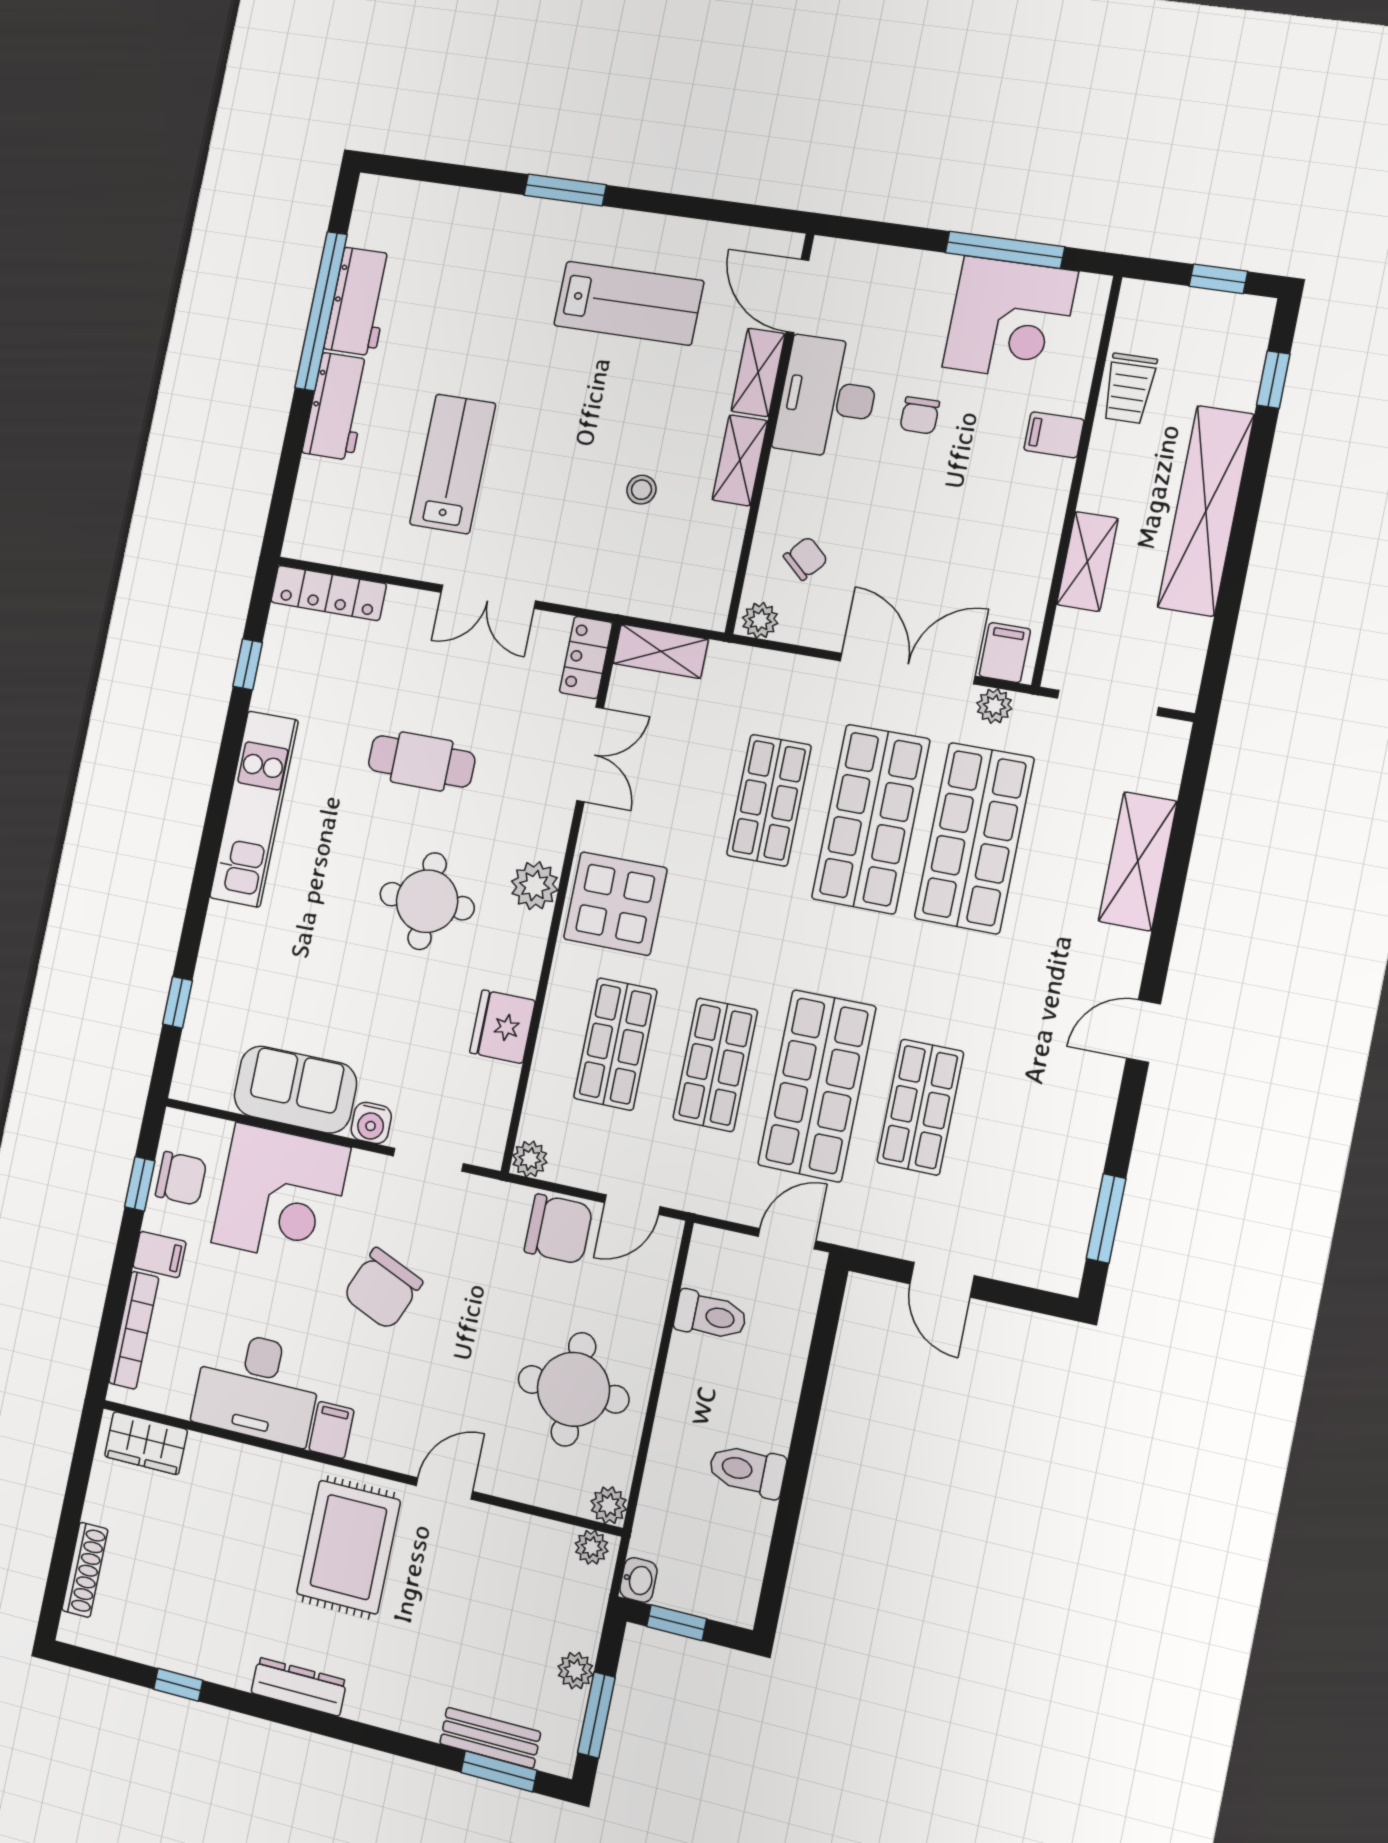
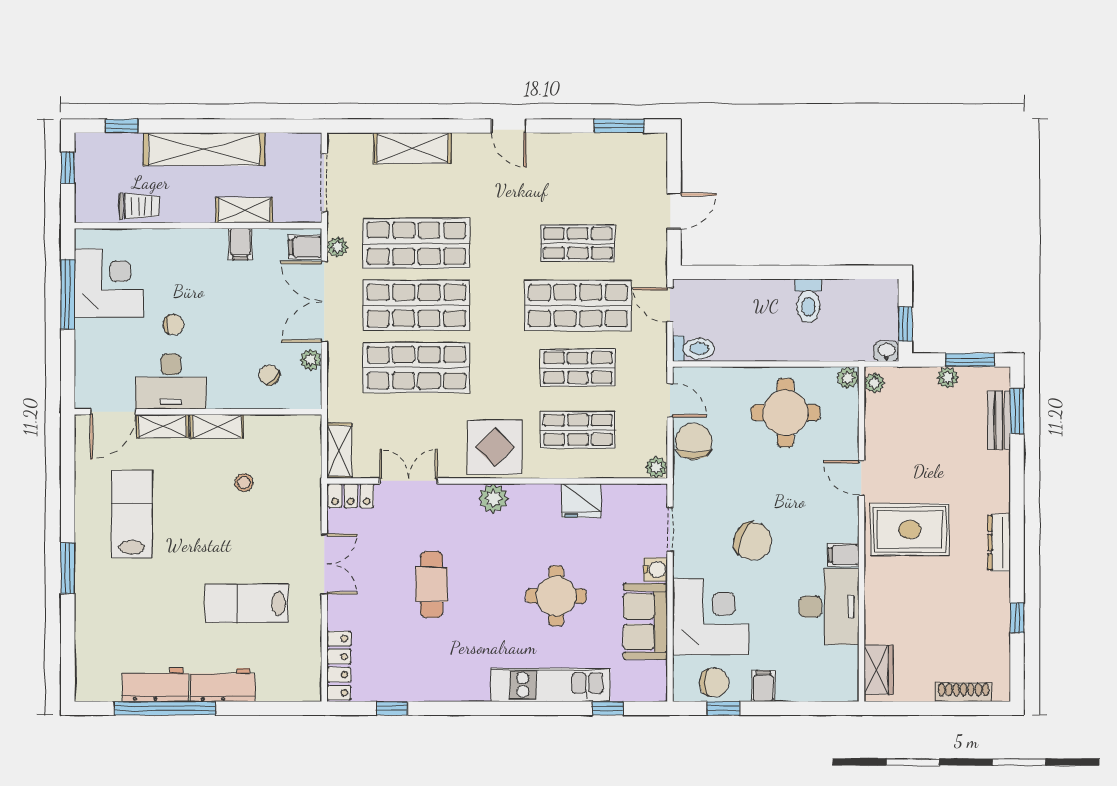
filing cabinet: (1054, 435) -> (240, 244), moved
plant: (760, 620) -> (311, 360), moved
shop shelf: (769, 800) -> (416, 368), width x1.43, depth x1.36
kitchen unit: (254, 809) -> (550, 685), moved
round table: (427, 901) -> (556, 596), moved
chair: (181, 1178) -> (714, 682), turned 90
toilet: (710, 1316) -> (693, 349), moved, turned 90
bookcase: (134, 1330) -> (812, 693), removed

